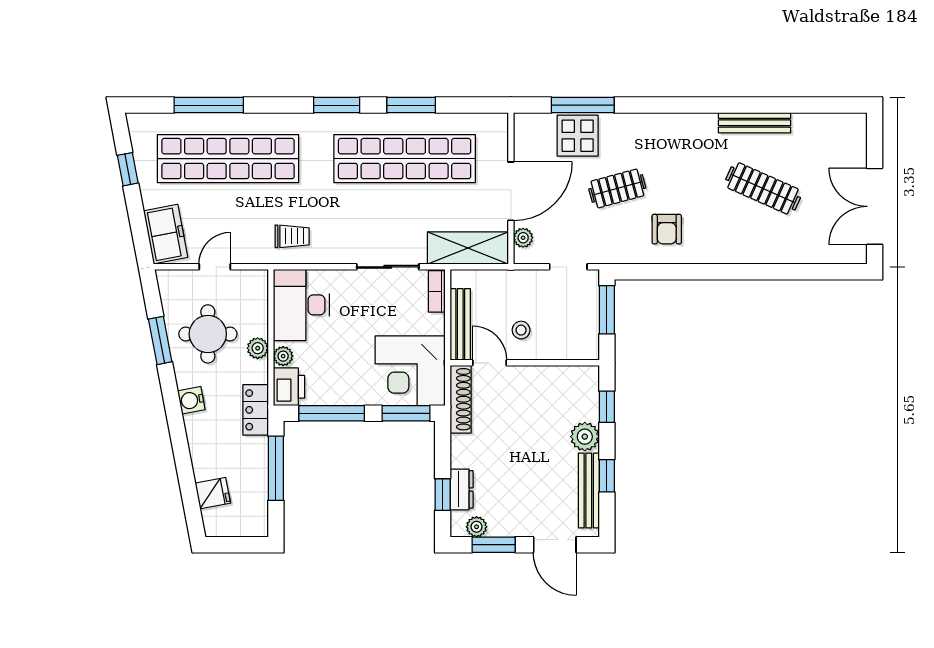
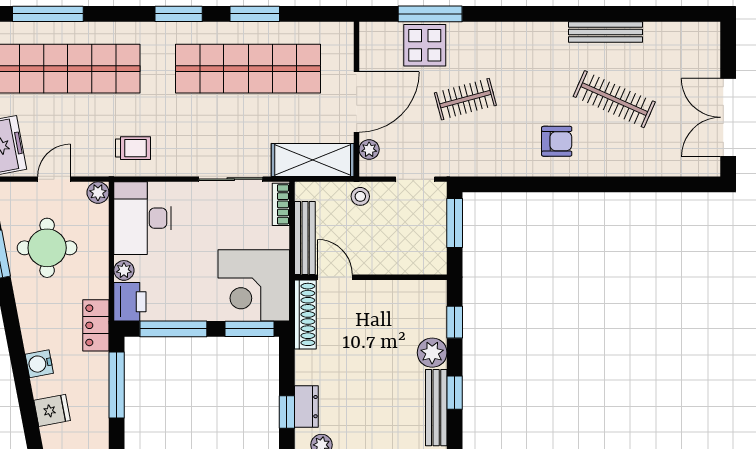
armchair: (667, 229) -> (557, 141), moved, turned -90
stool: (521, 330) -> (360, 196), moved
plant: (258, 348) -> (98, 193), moved
water cooler: (191, 400) -> (39, 364), moved

